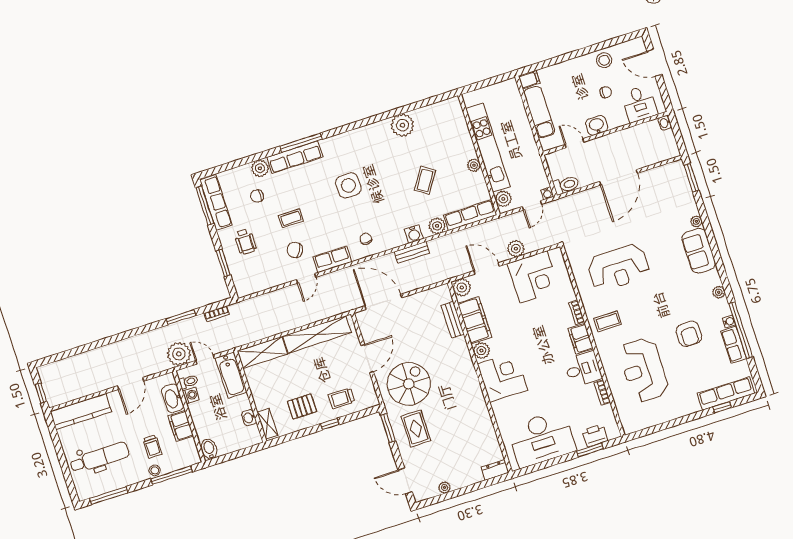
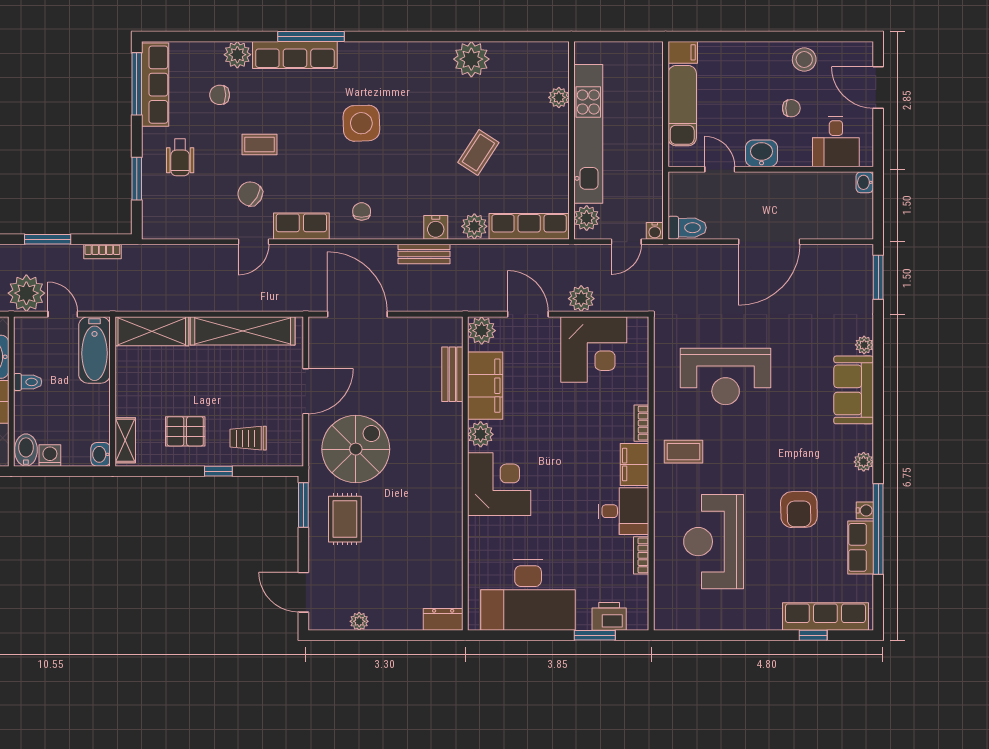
plant: (474, 165) -> (559, 97), moved
toilet: (189, 382) -> (28, 382), moved
washing machine: (191, 395) -> (50, 455), moved, turned -90
washbasin: (249, 418) -> (101, 454), moved

